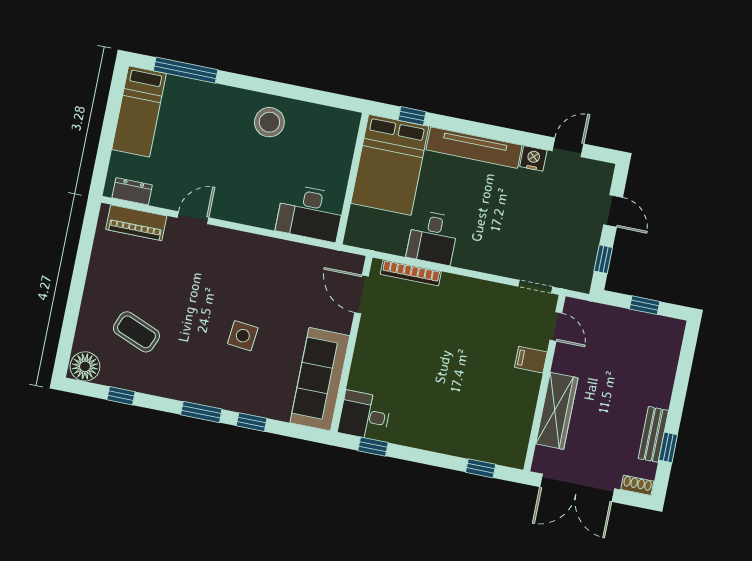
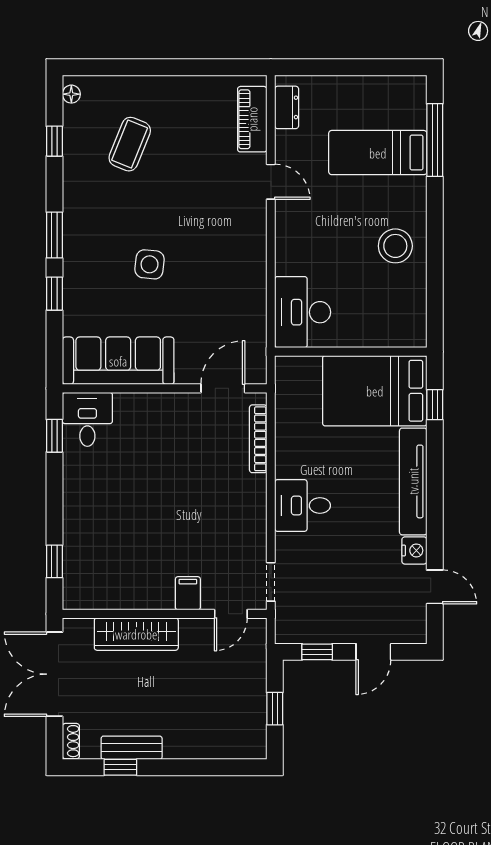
bed: (139, 112) -> (378, 153), moved
desk: (433, 238) -> (303, 505), moved
floor lamp: (85, 366) -> (71, 94), width x0.53, depth x0.53

